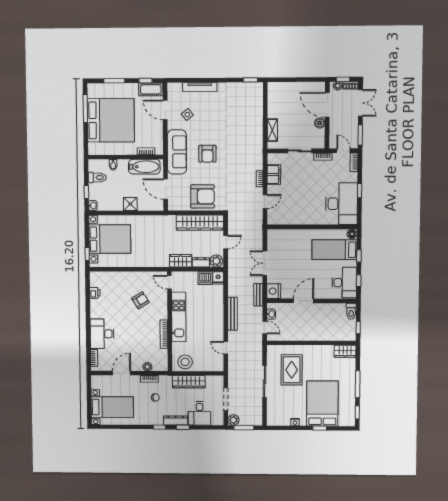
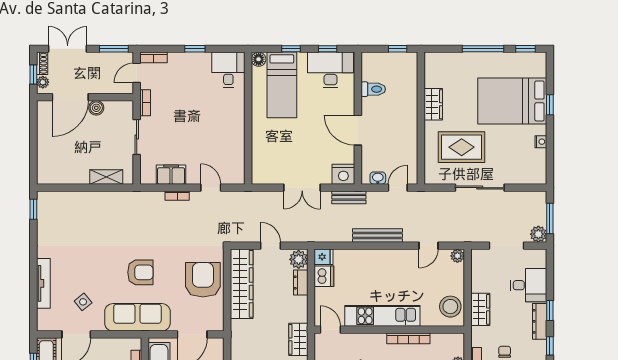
desk: (341, 204) -> (228, 70), width x0.53, depth x0.77
wardrobe: (181, 261) -> (298, 339), moved
door: (169, 282) -> (330, 330), swing flipped
toilet: (351, 311) -> (373, 89), moved
wardrobe: (345, 351) -> (433, 104), moved
plant: (219, 367) -> (457, 256), added
wardrobe: (189, 382) -> (480, 309), width x0.67

